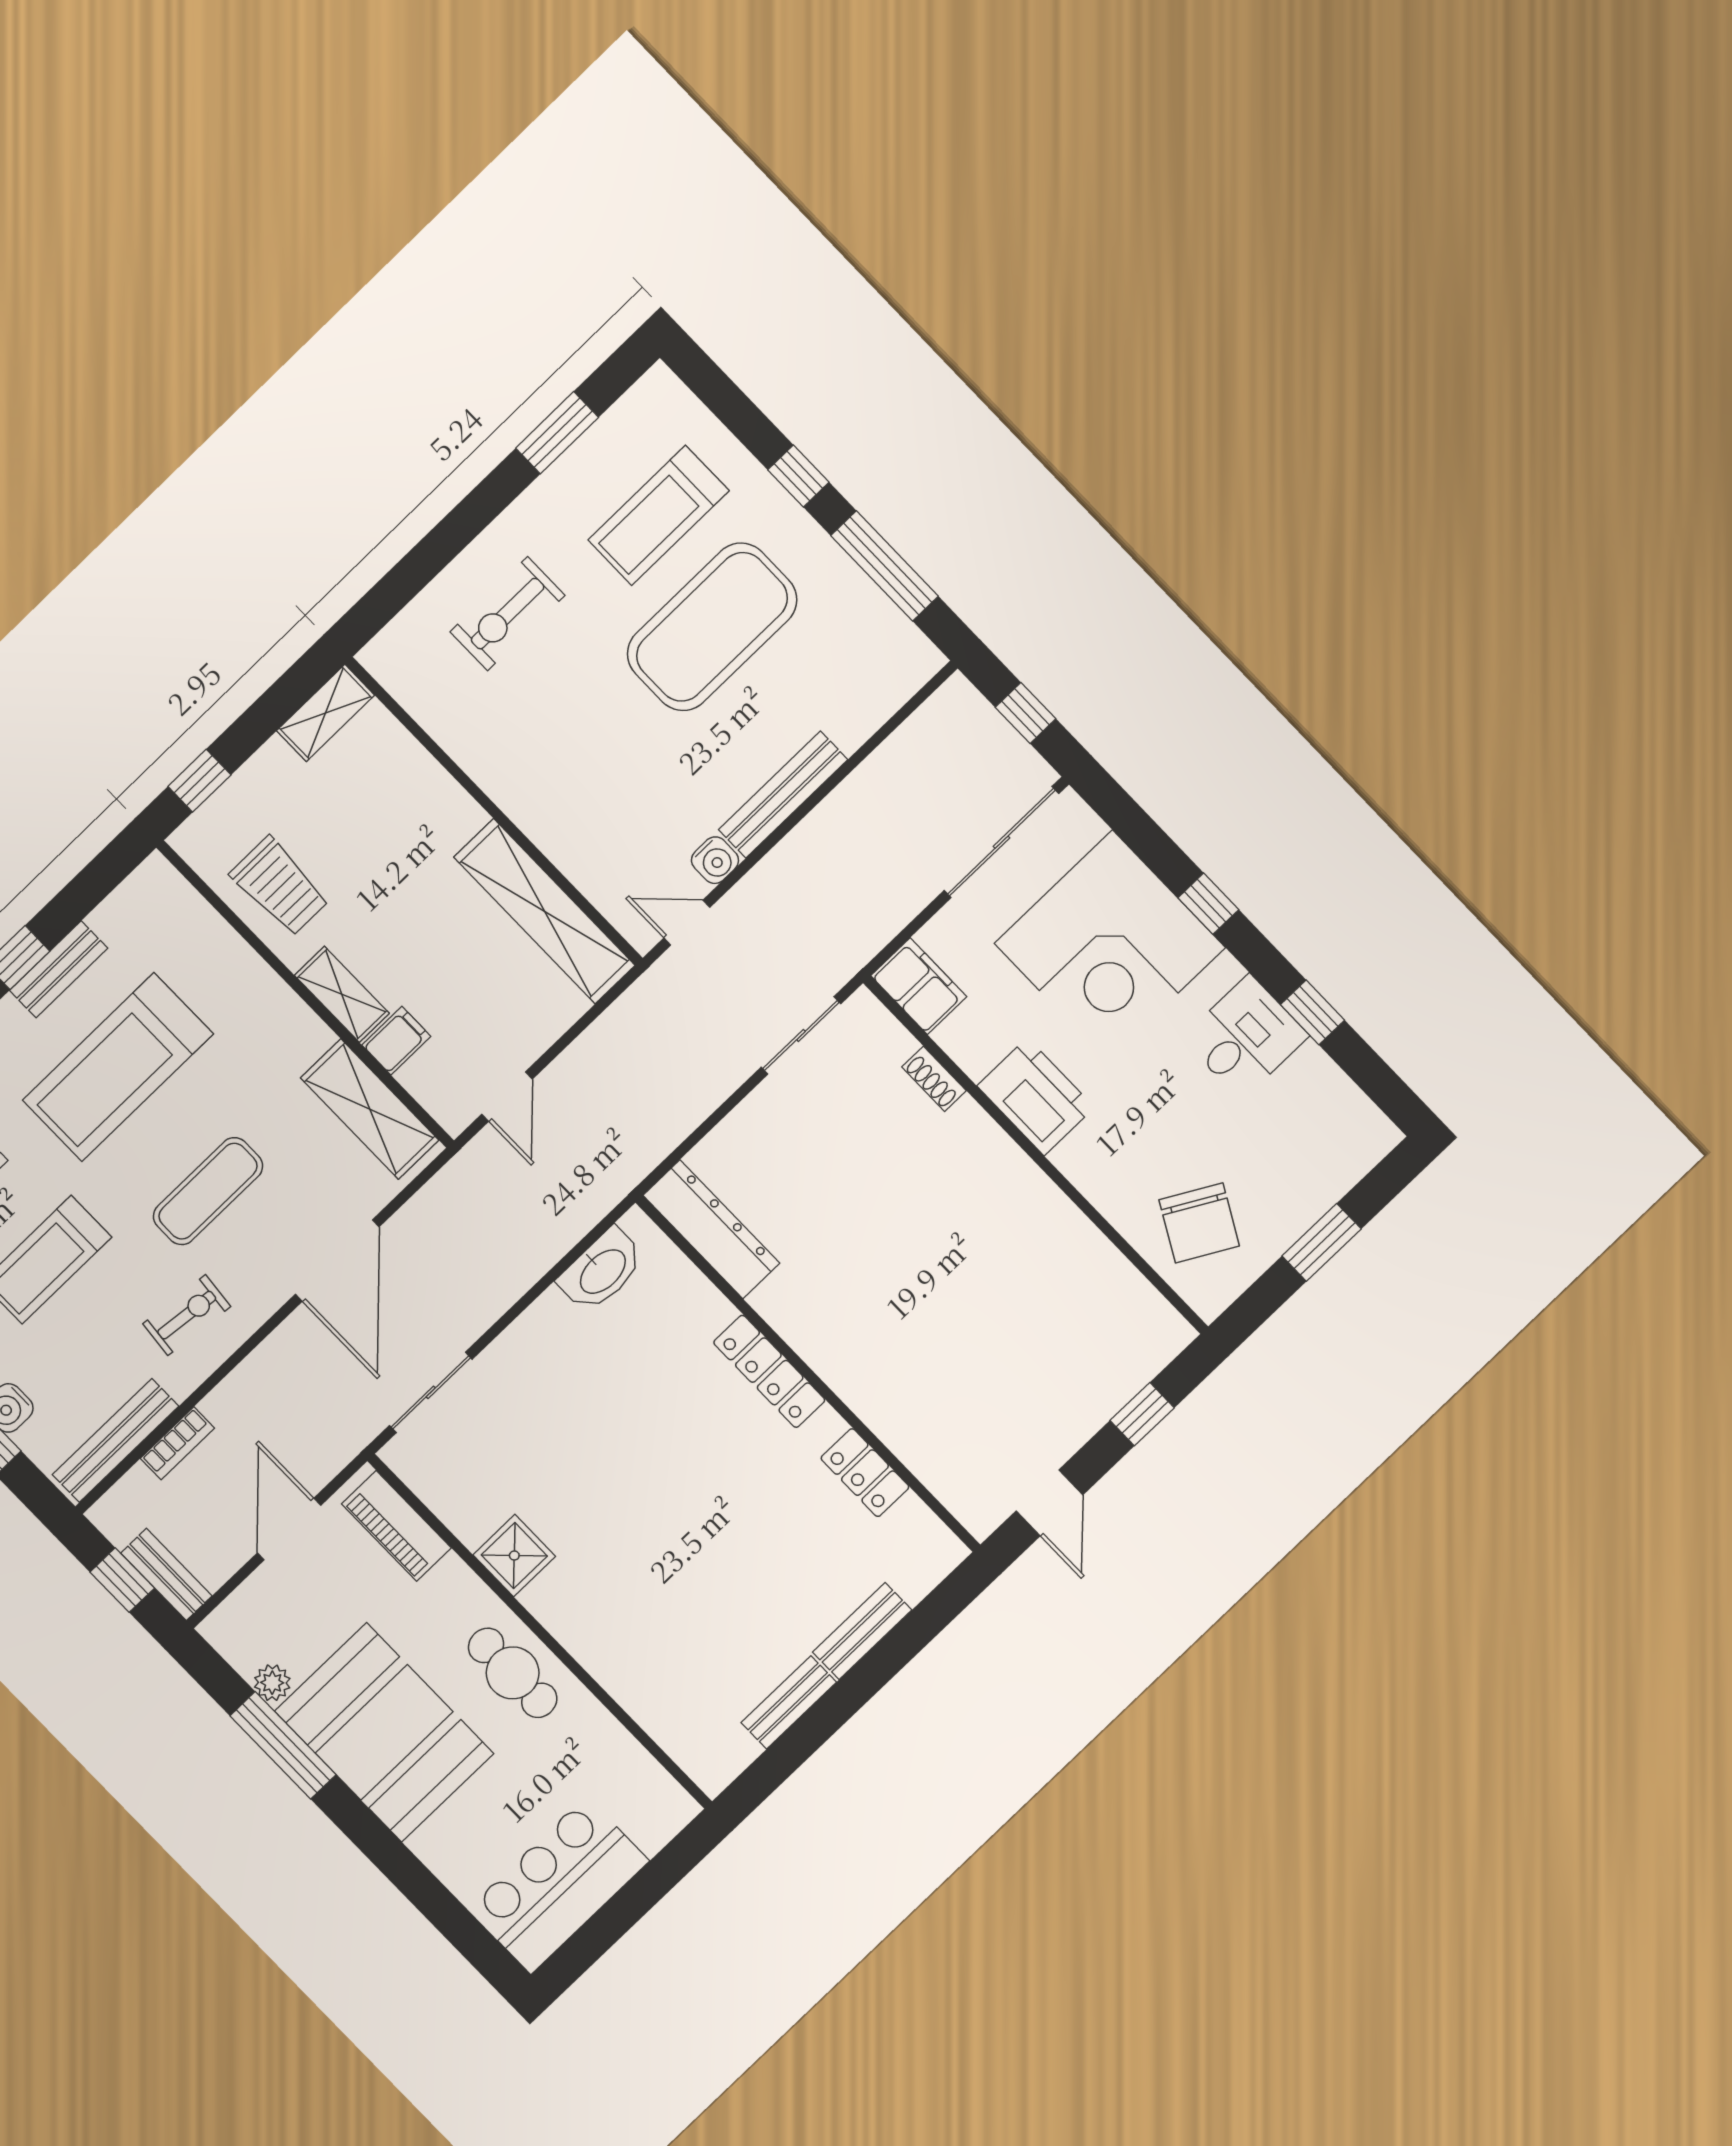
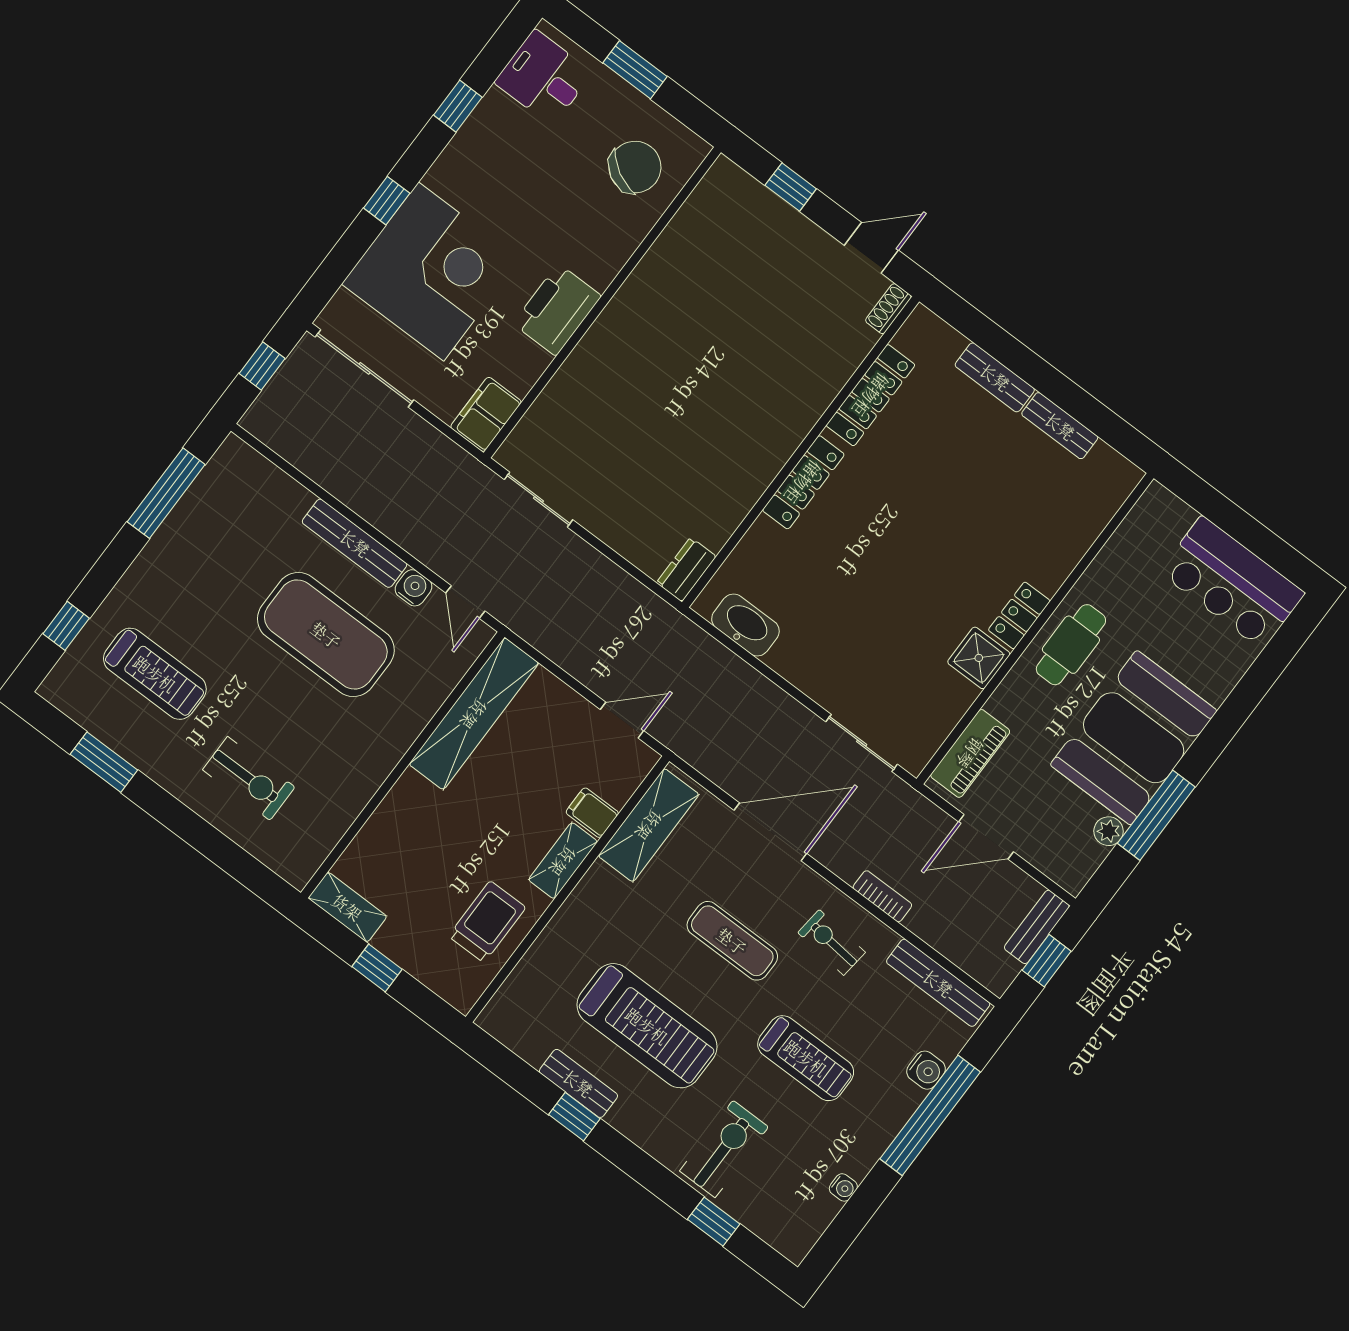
window: (798, 476) -> (66, 626), moved
exercise mat: (712, 627) -> (326, 635), moved
window: (199, 781) -> (377, 968), moved
desk: (1245, 1037) -> (544, 78), moved
shoe rack: (934, 1079) -> (888, 309), moved, turned 180
dresser: (711, 1229) -> (686, 570), width x0.51, depth x0.80
bookcase: (177, 1443) -> (882, 896), moved
locker: (865, 1473) -> (871, 395), width x1.53
locker: (559, 1614) -> (1019, 615), added

